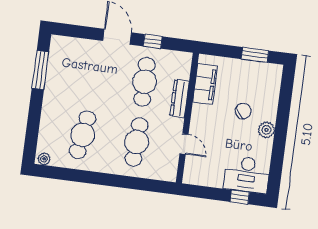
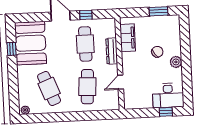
booth: (68, 67) -> (30, 43), added
window: (40, 70) -> (12, 49), width x0.46
cafe table: (83, 135) -> (49, 89), turned -30
door: (184, 144) -> (121, 82), swing flipped

